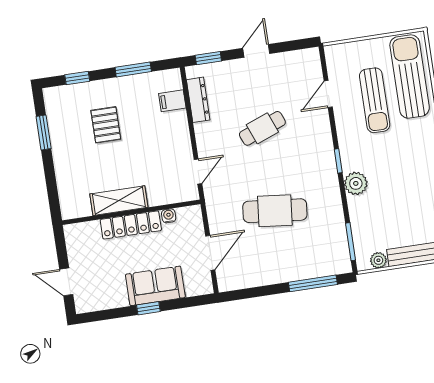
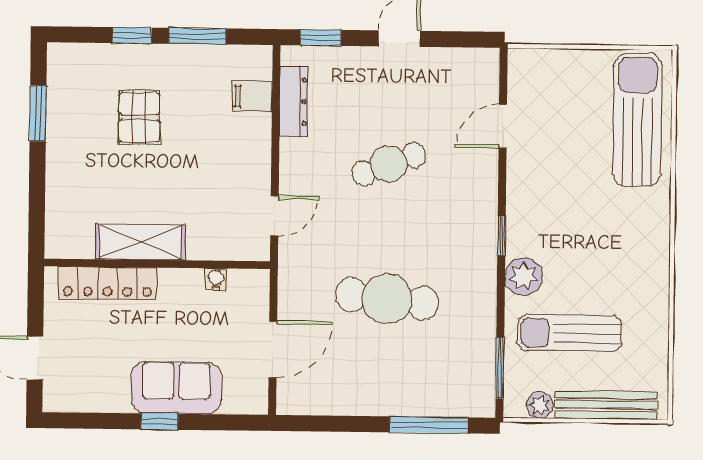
window: (77, 78) -> (132, 35), moved
sun lounger: (375, 100) -> (570, 333), moved, turned 90
locker: (131, 225) -> (108, 283), moved

